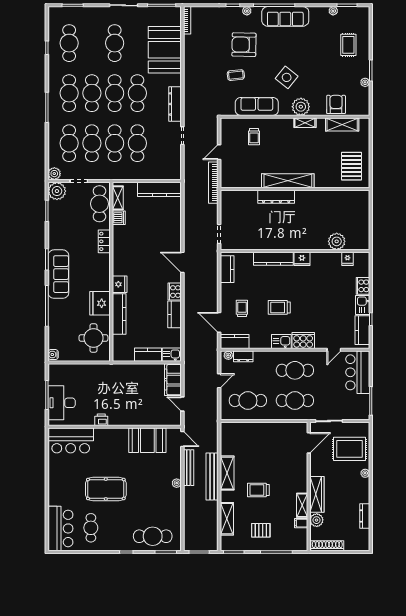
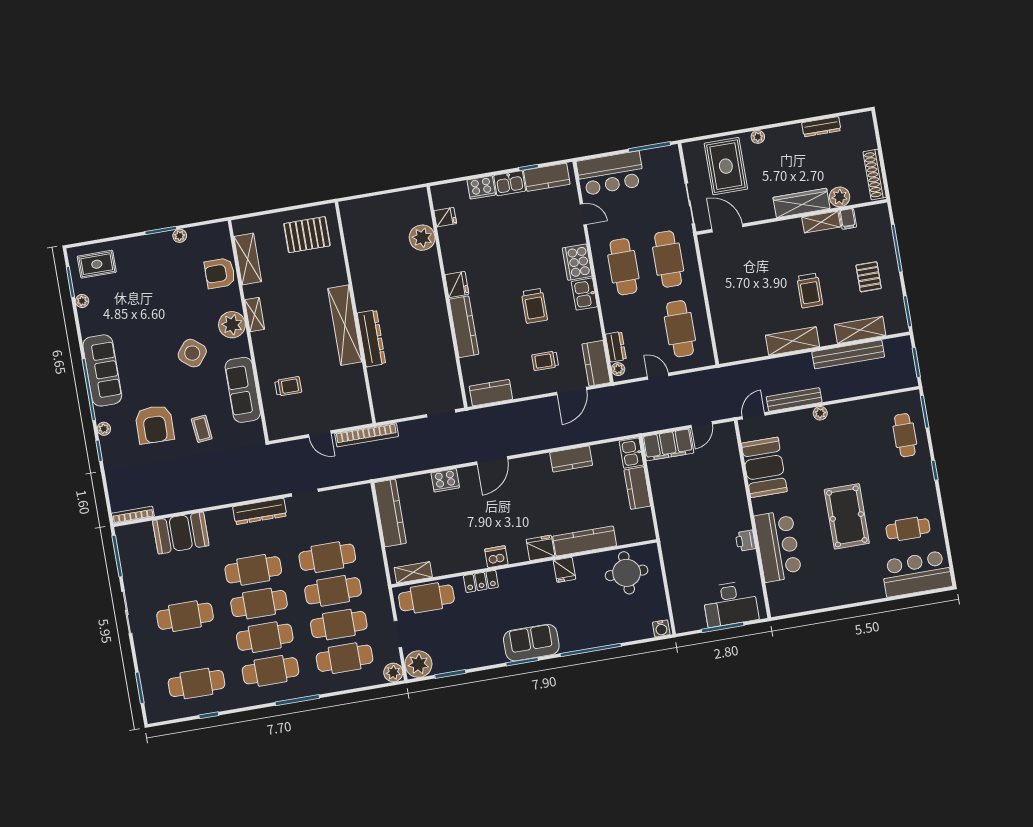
rug: (348, 45) -> (97, 264), moved
booth: (165, 50) -> (181, 533), width x0.73, depth x0.70
dishwasher: (119, 218) -> (496, 557), moved
sofa: (58, 274) -> (531, 643), width x0.73
cooker: (175, 292) -> (445, 480), moved
fridge: (100, 303) -> (565, 570), width x0.53, depth x0.75
bar counter: (71, 440) -> (778, 546), moved
bench: (212, 476) -> (848, 354), moved
cafe table: (153, 536) -> (905, 435), width x0.73, depth x0.74

